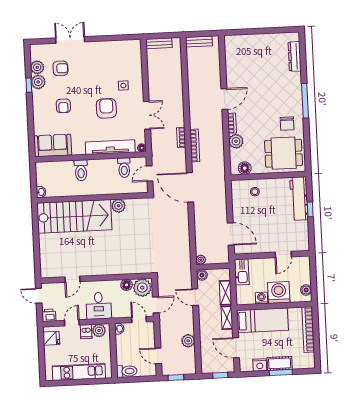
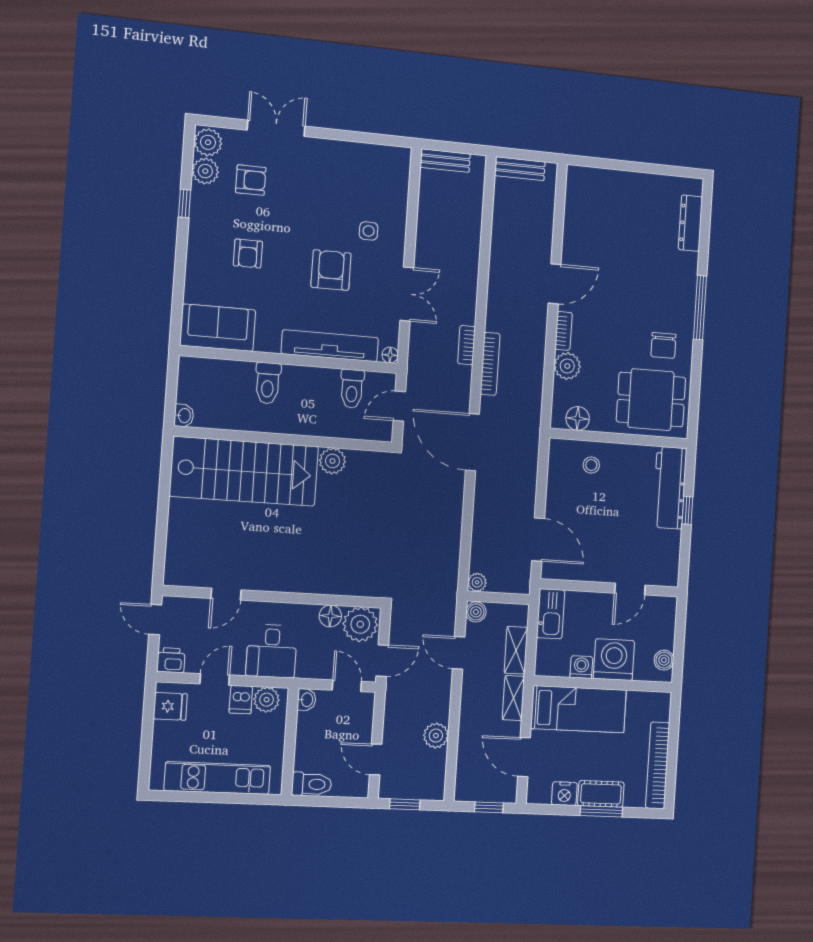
plant: (38, 82) -> (208, 142), moved
bookcase: (308, 330) -> (658, 765), moved

